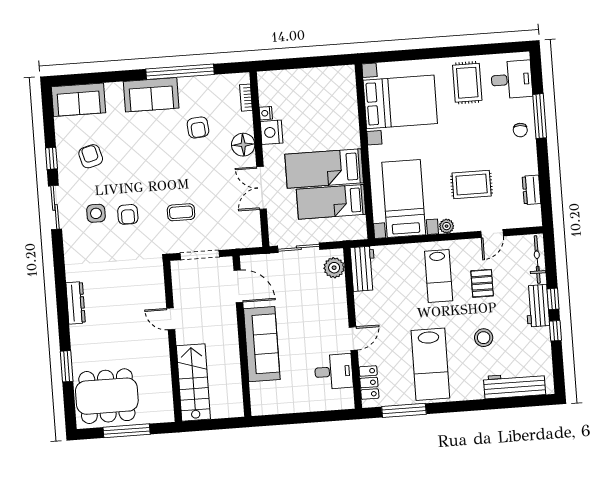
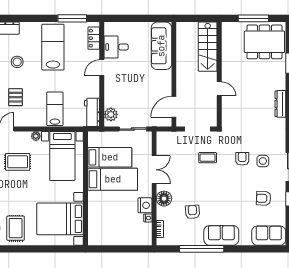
armchair: (91, 156) -> (264, 198), turned 107
lab bench: (439, 276) -> (55, 109), moved
door: (238, 286) -> (174, 107), hinge flipped
sofa: (262, 344) -> (161, 46), moved

